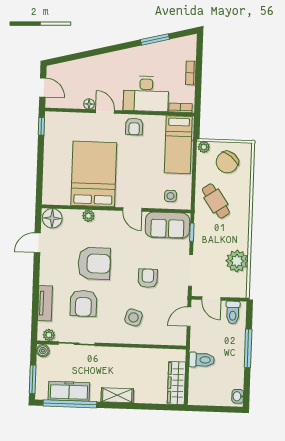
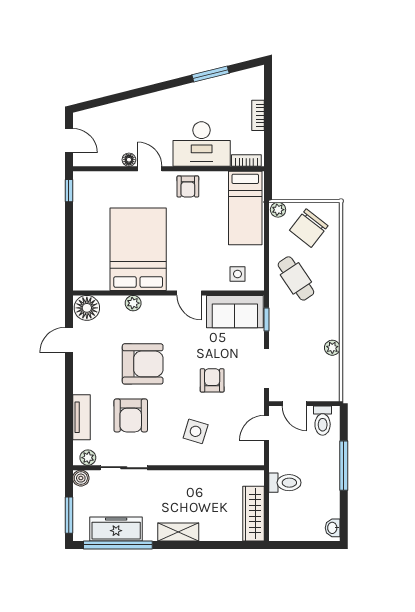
plant: (237, 261) -> (332, 348), width x0.53, depth x0.53

